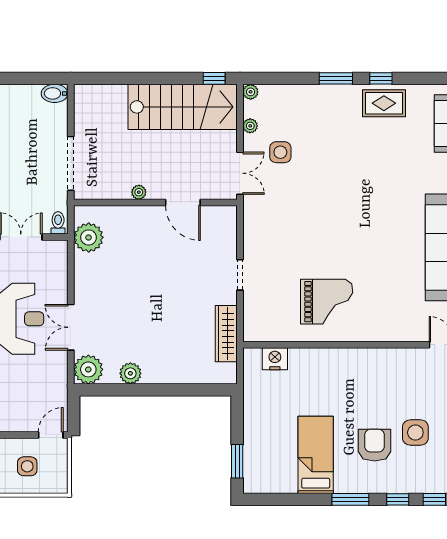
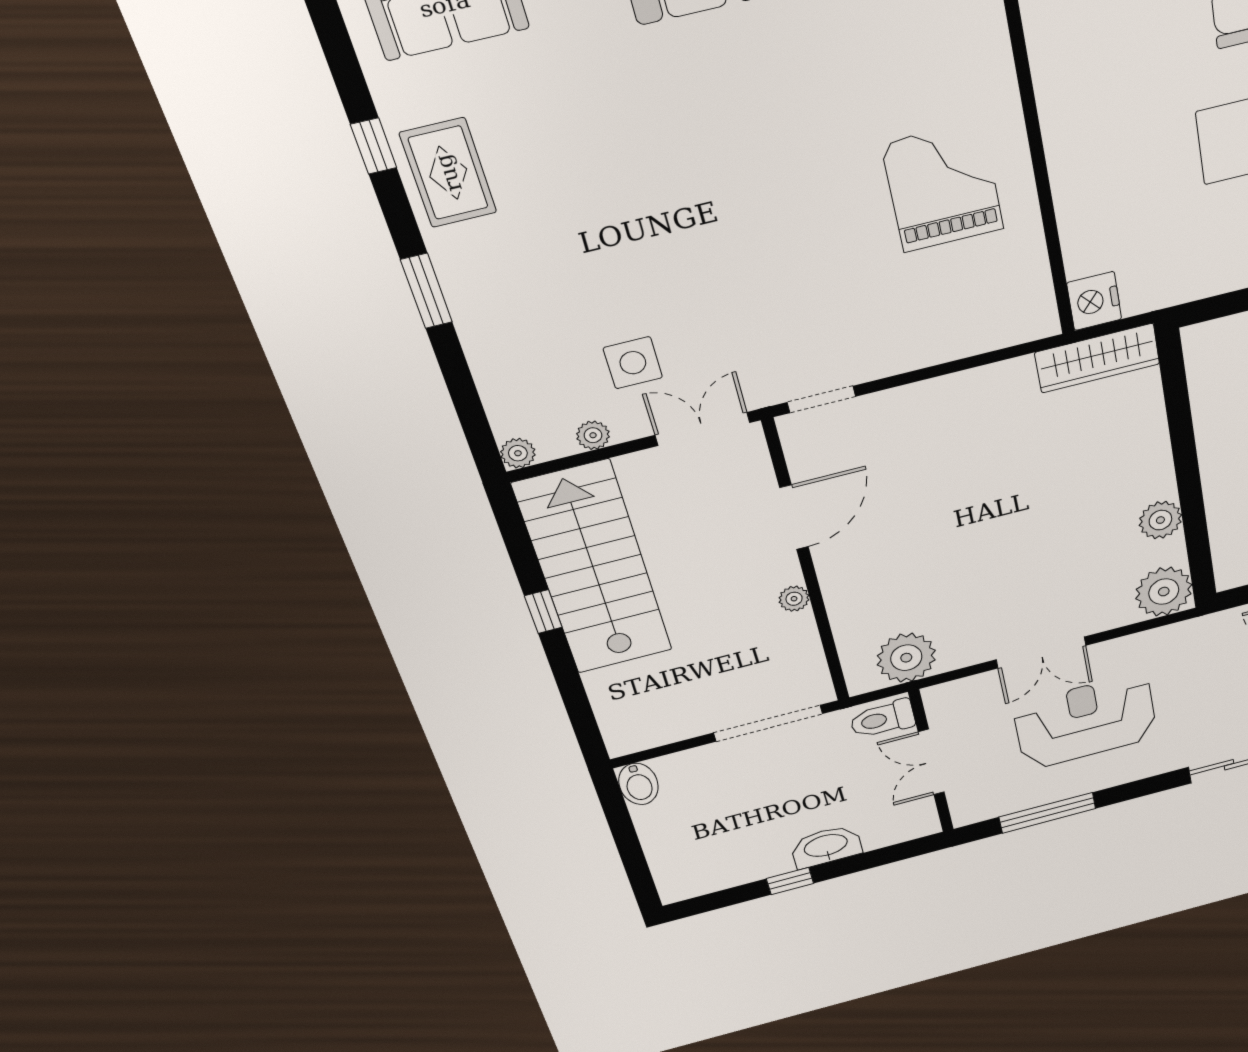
window: (214, 78) -> (543, 612), moved
window: (381, 78) -> (374, 146), moved
toilet: (58, 223) -> (883, 719), width x1.37, depth x1.39
doorway: (240, 275) -> (821, 399), moved
double door: (71, 327) -> (1041, 653), moved
wardrobe: (226, 334) -> (1097, 358), moved
nightstand: (275, 359) -> (1094, 301), moved

